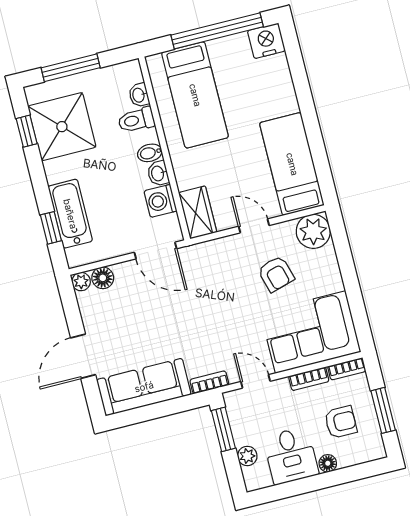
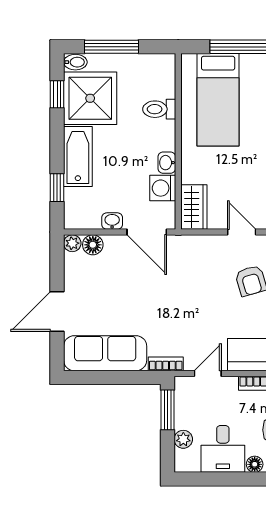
washbasin: (139, 95) -> (112, 221), moved, turned 90
bidet: (150, 153) -> (75, 62), moved, turned 180
bathtub: (70, 214) -> (78, 157), moved
door: (255, 381) -> (208, 373), hinge flipped

